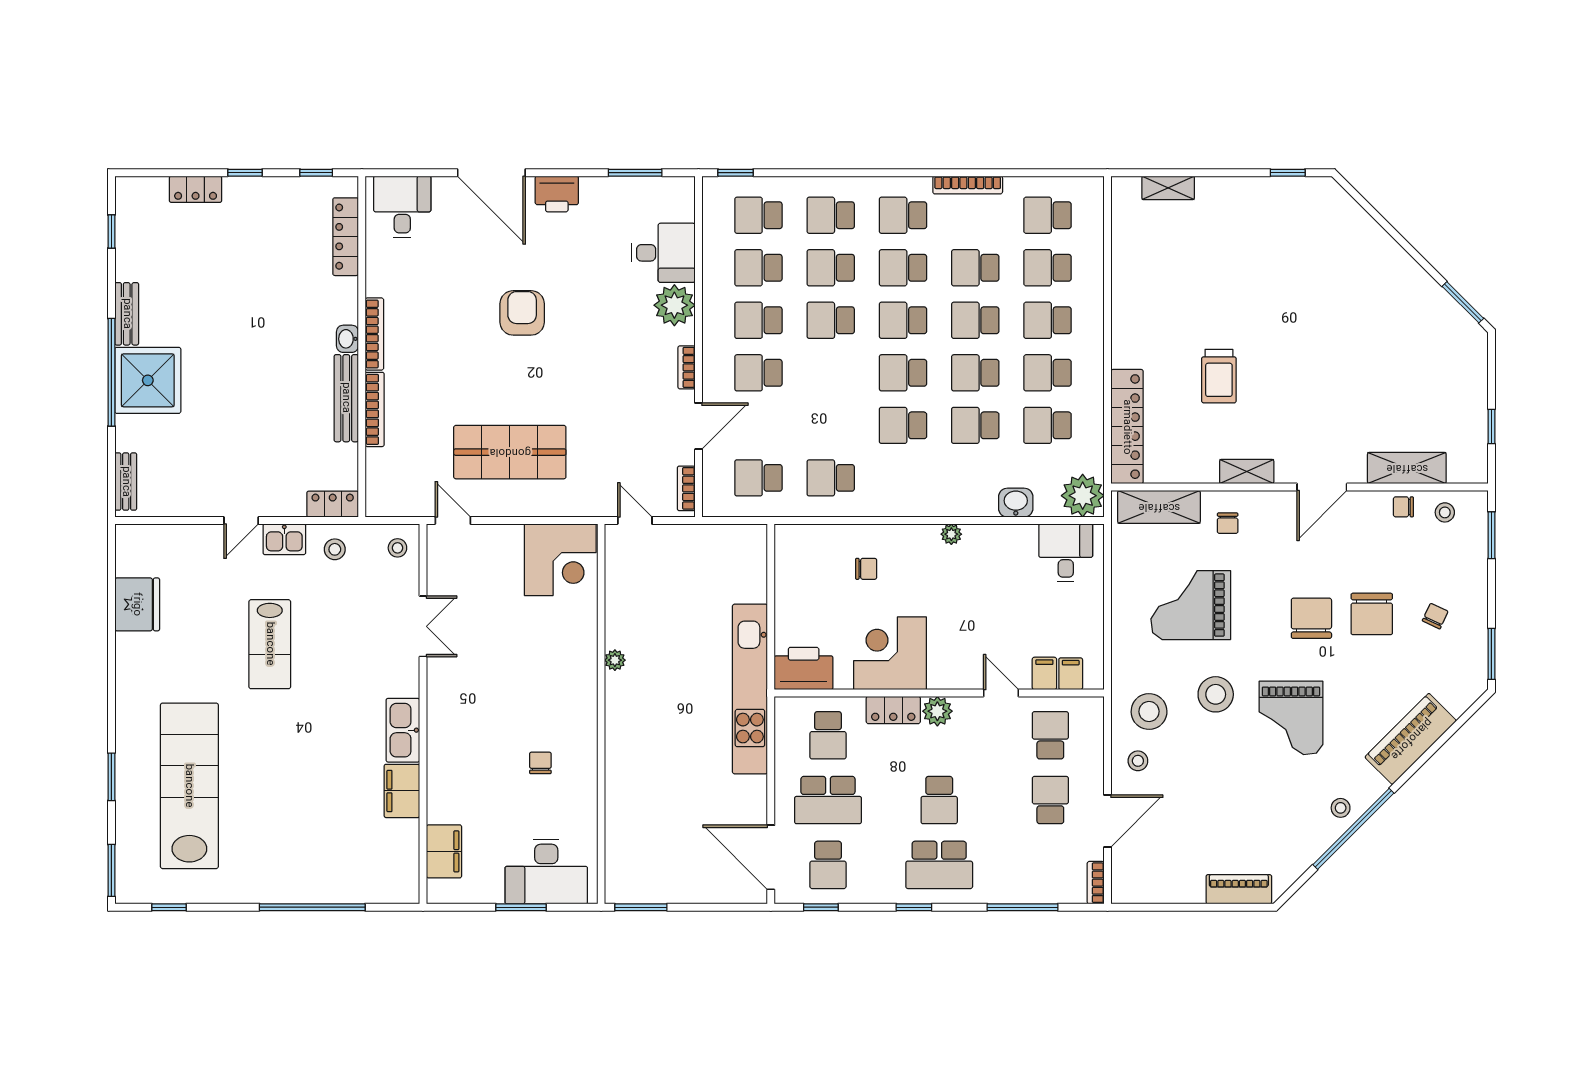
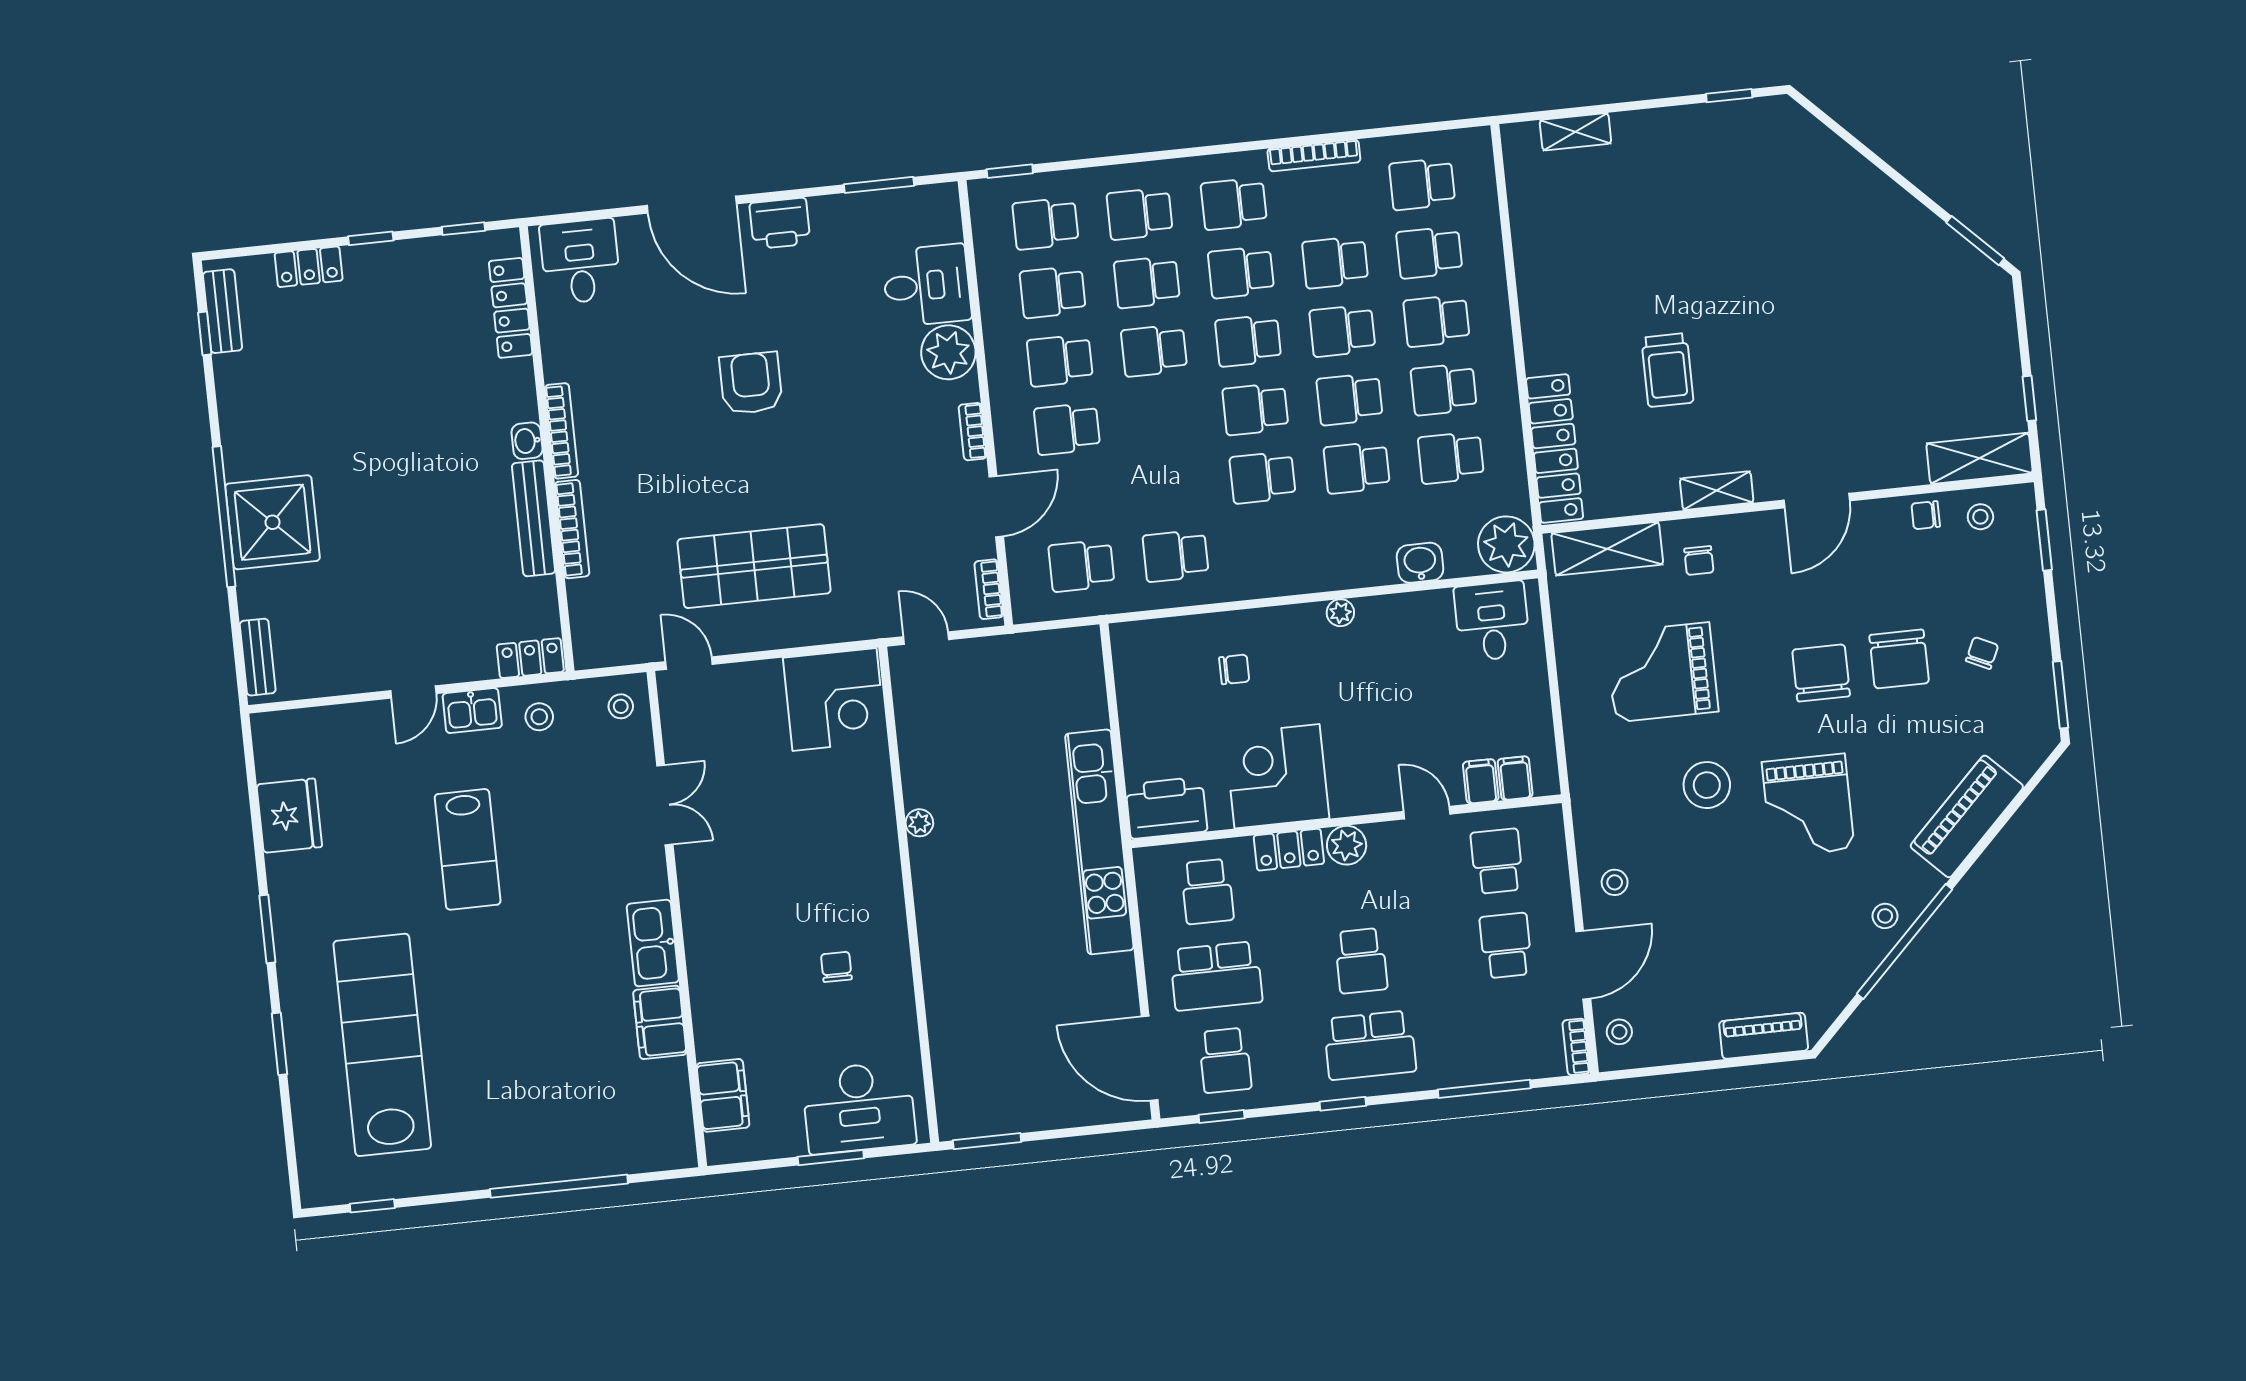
bench: (127, 314) -> (223, 311), moved
shelving: (1407, 468) -> (1979, 458), moved
stool: (1149, 711) -> (1619, 1032), moved, width x0.53, depth x0.53
window: (111, 870) -> (267, 929), moved

